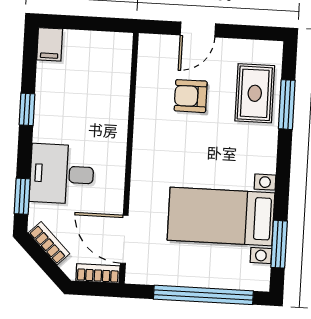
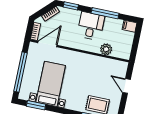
plant: (115, 93) -> (106, 49), added
armchair: (191, 96) -> (100, 79), removed
window: (27, 109) -> (105, 13), width x2.17
desk: (62, 174) -> (91, 26), moved

